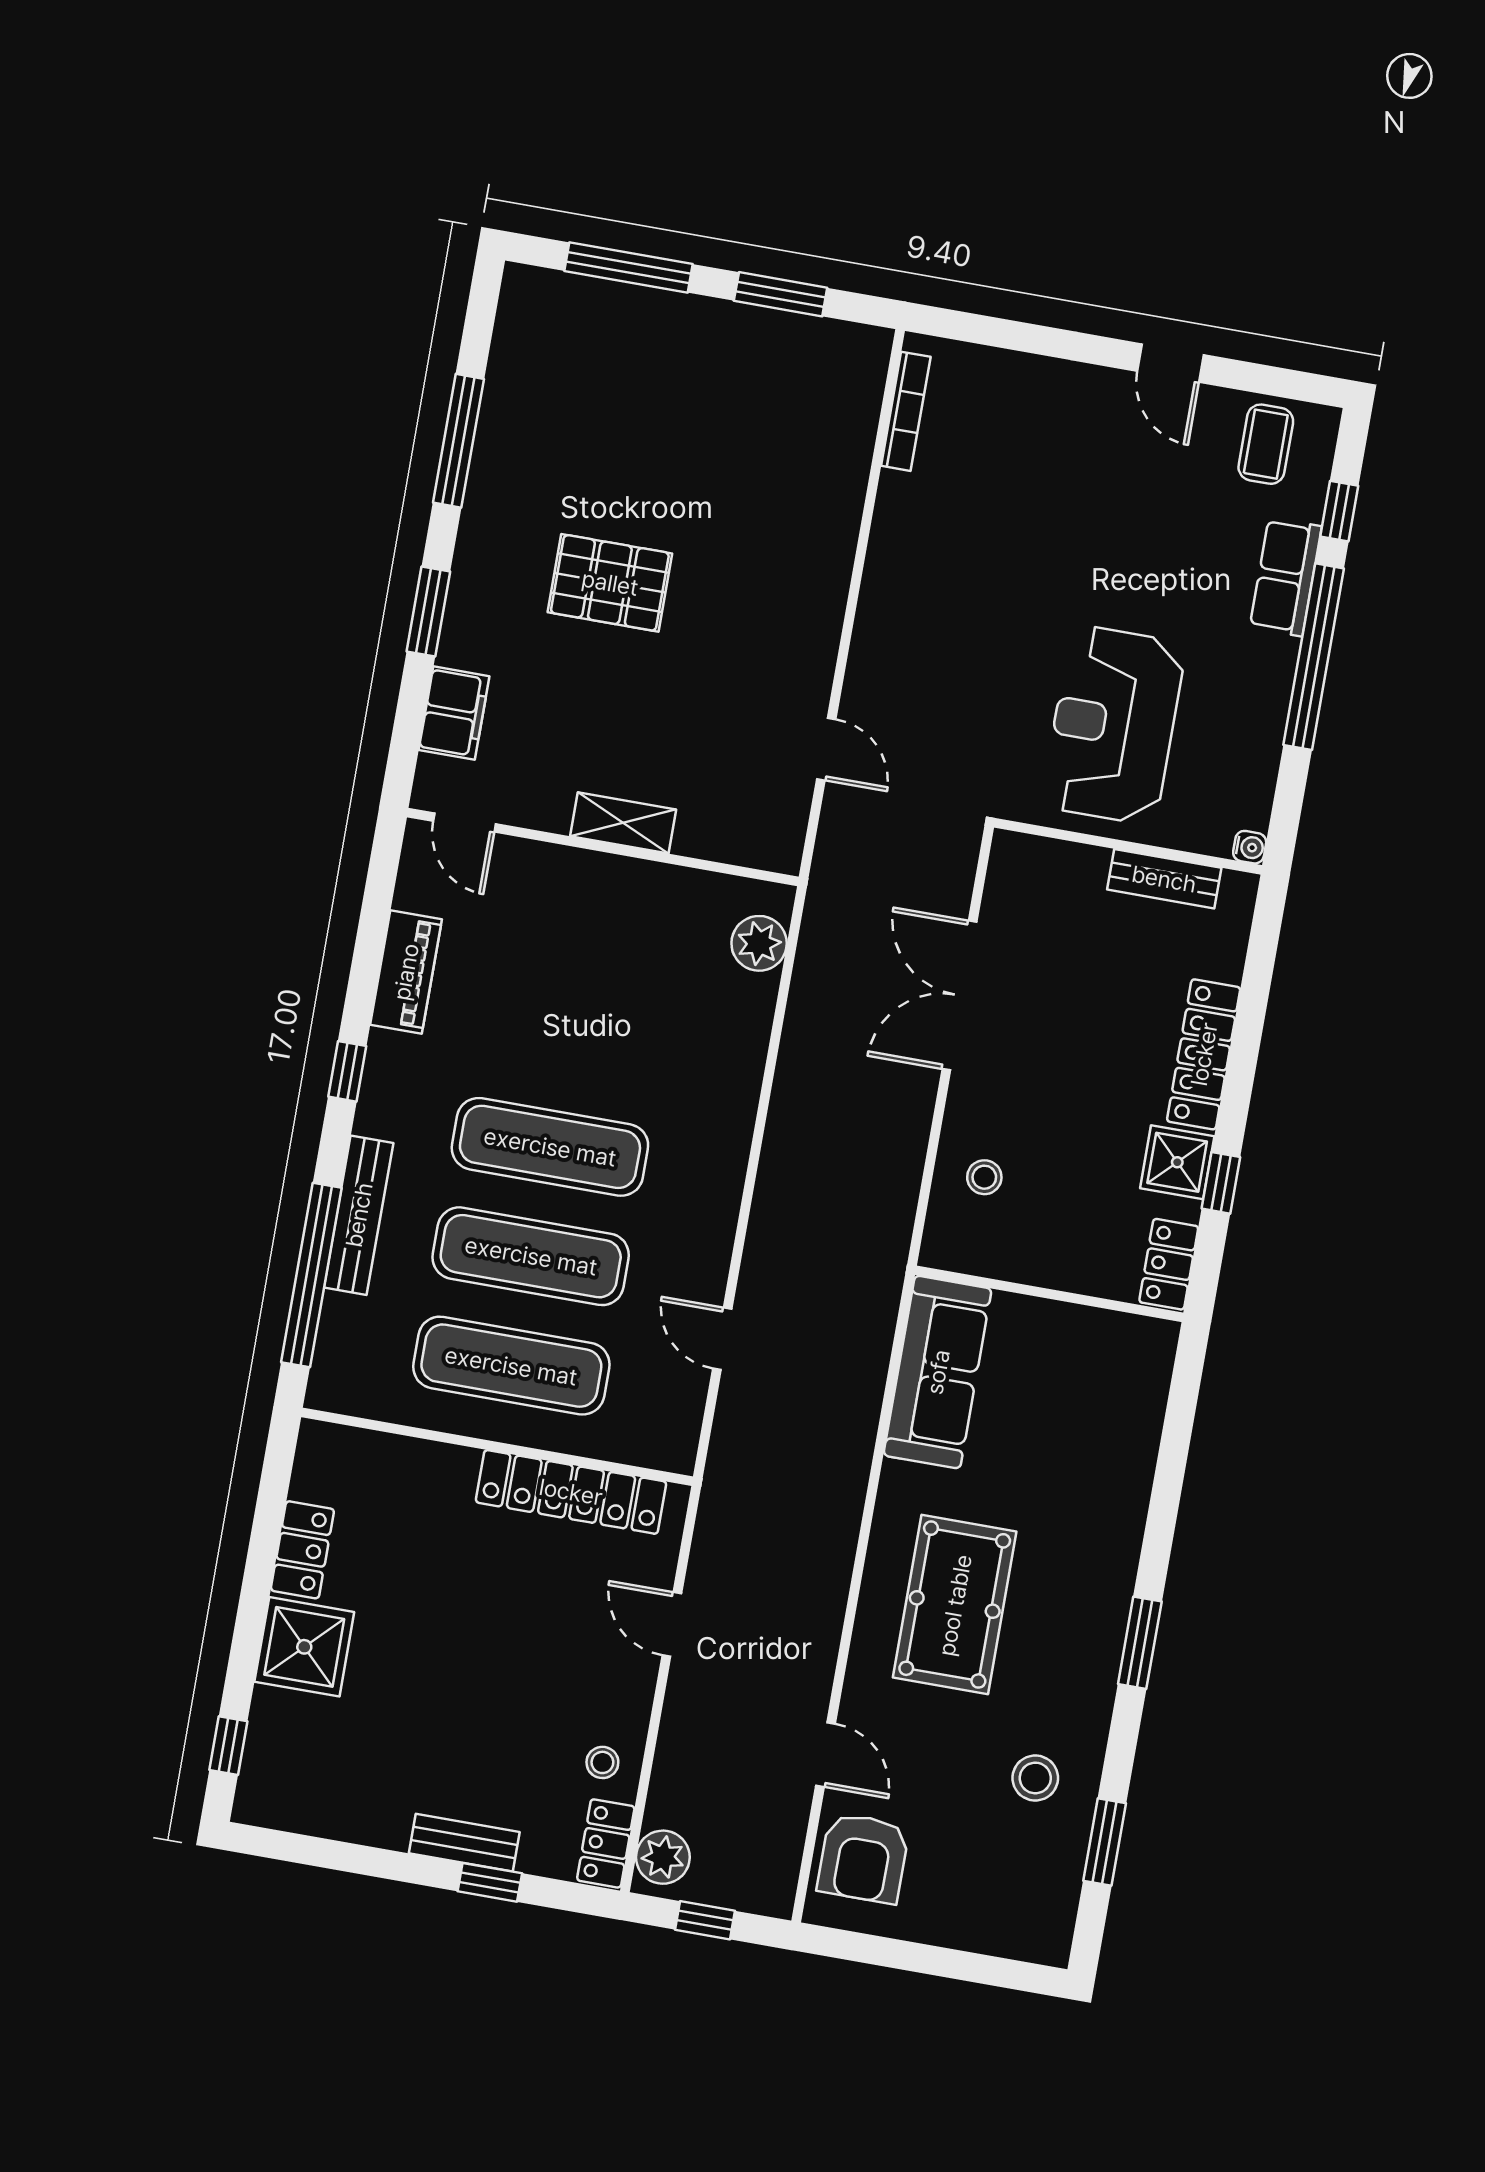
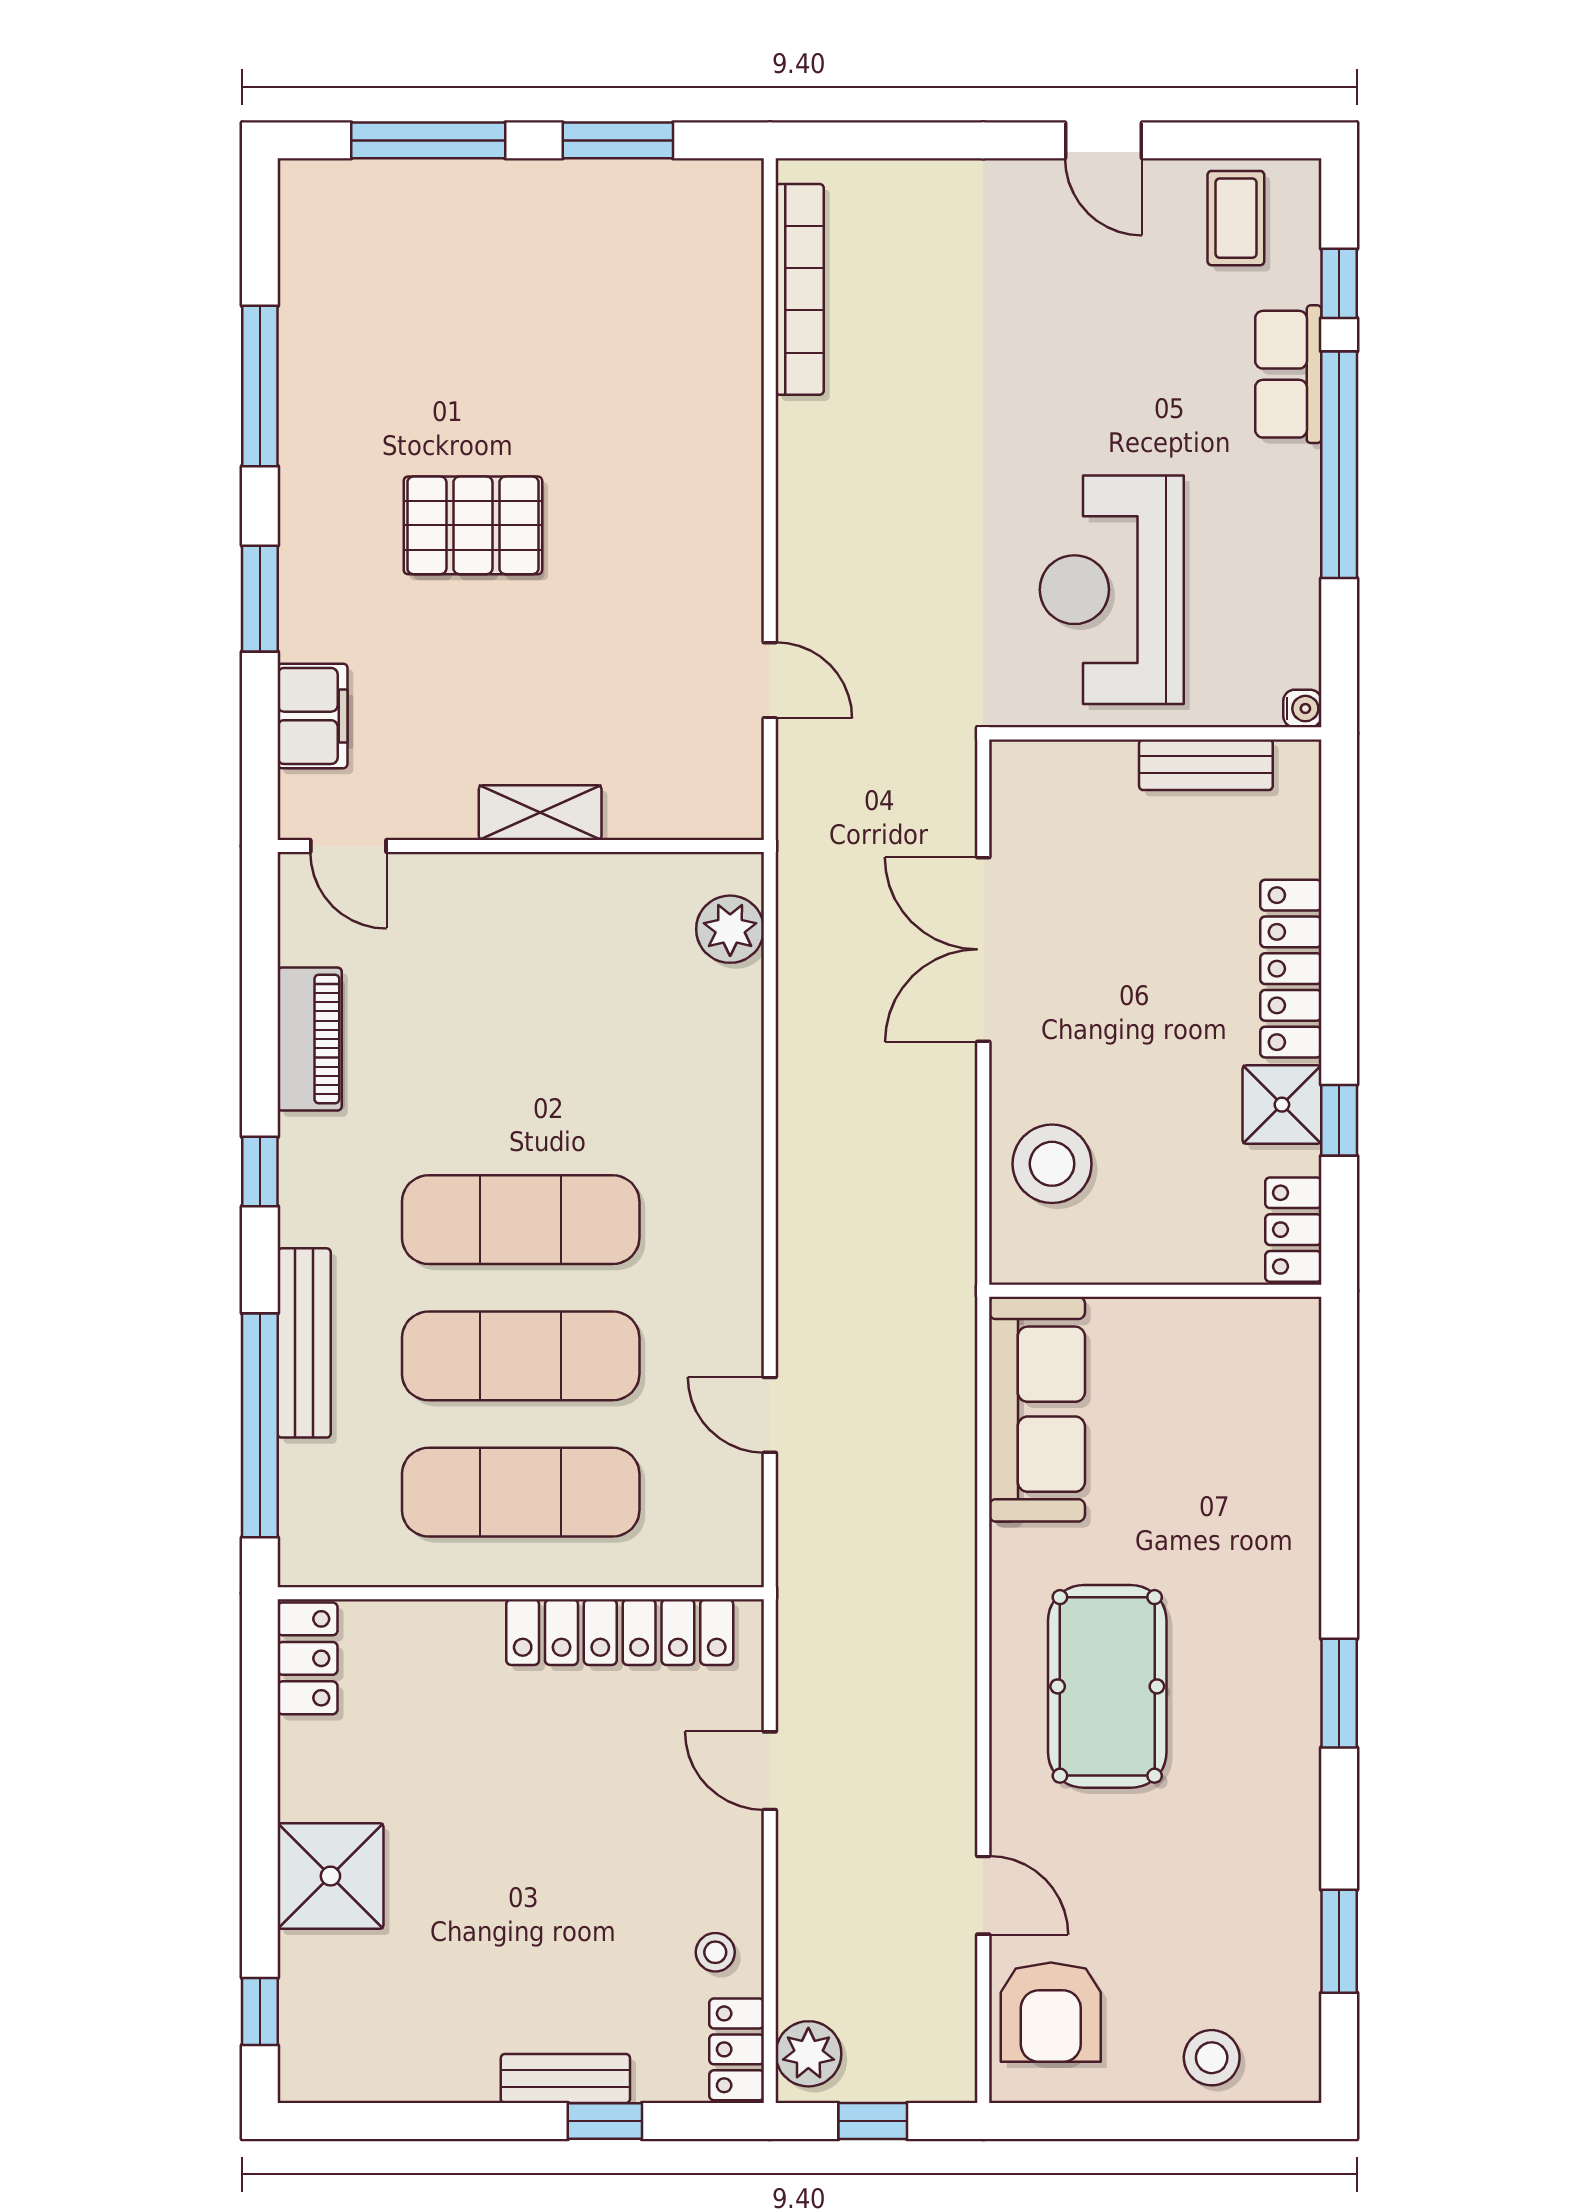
bookcase: (906, 411) -> (800, 289), width x1.48, depth x1.31
stool: (984, 1177) -> (1052, 1164), width x1.89, depth x1.89
locker: (302, 1550) -> (307, 1658), moved
stool: (1035, 1778) -> (1212, 2058), moved

